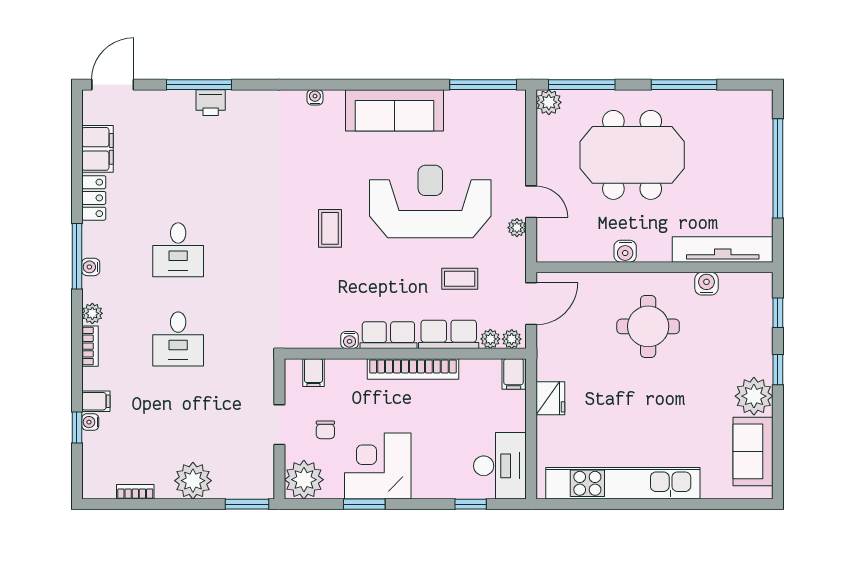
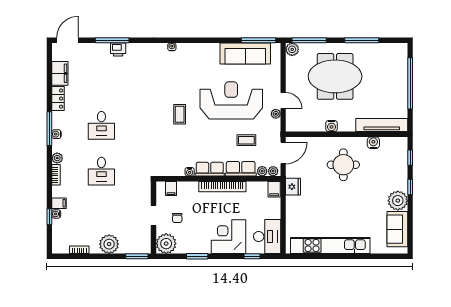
sofa: (394, 110) -> (245, 53), moved
fridge: (550, 398) -> (293, 187), moved
corner desk: (378, 466) -> (228, 237), moved

